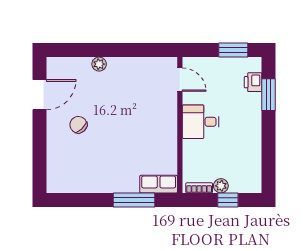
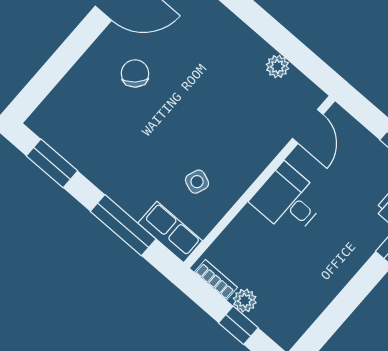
plant: (99, 64) -> (277, 66), moved
side table: (151, 150) -> (197, 182), added
window: (76, 200) -> (52, 163), added

